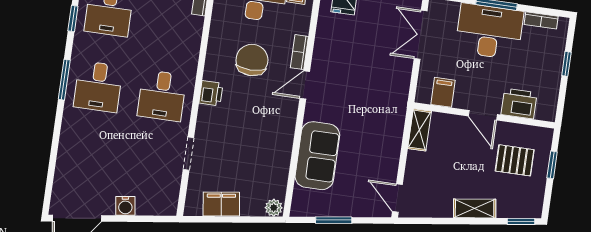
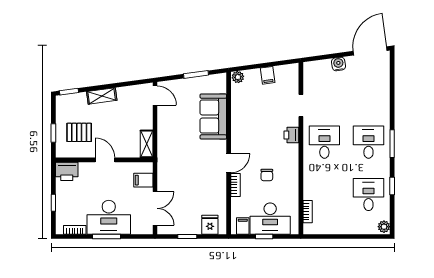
chair: (252, 60) -> (267, 175), width x0.54, depth x0.54
filing cabinet: (443, 92) -> (143, 180), moved, turned 90
printer: (211, 93) -> (291, 135), moved
printer: (519, 104) -> (67, 171), moved
filing cabinet: (221, 204) -> (268, 75), width x0.50

